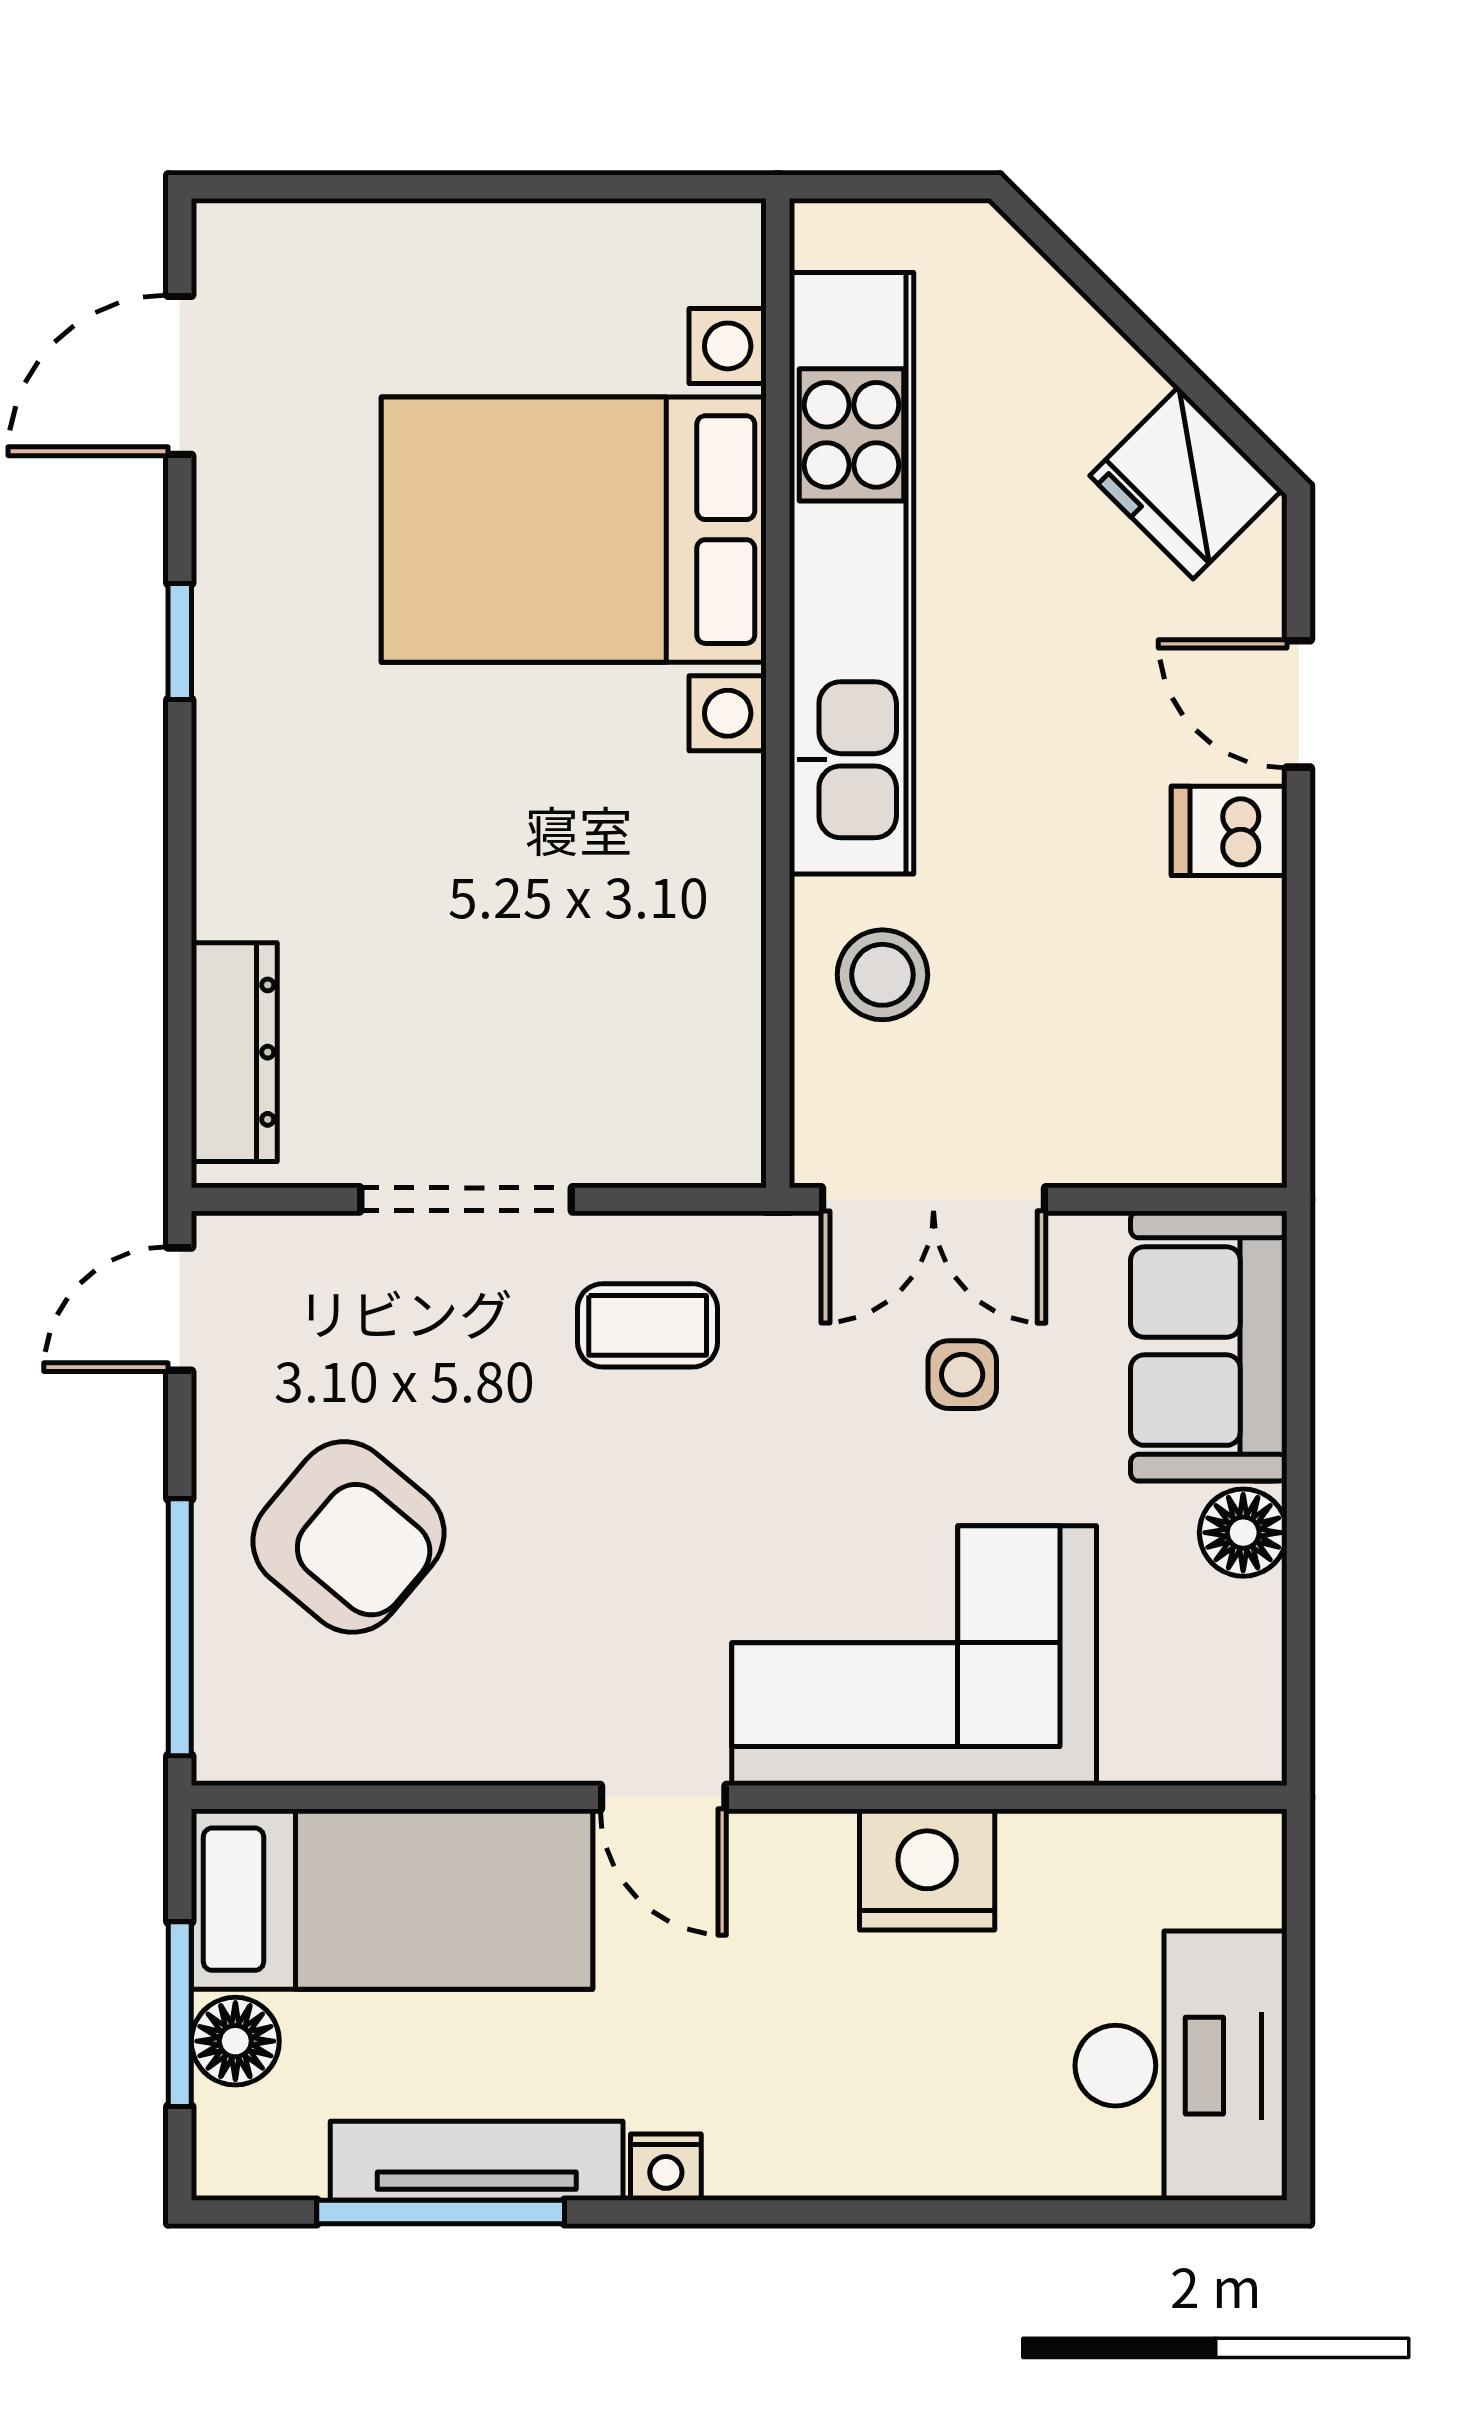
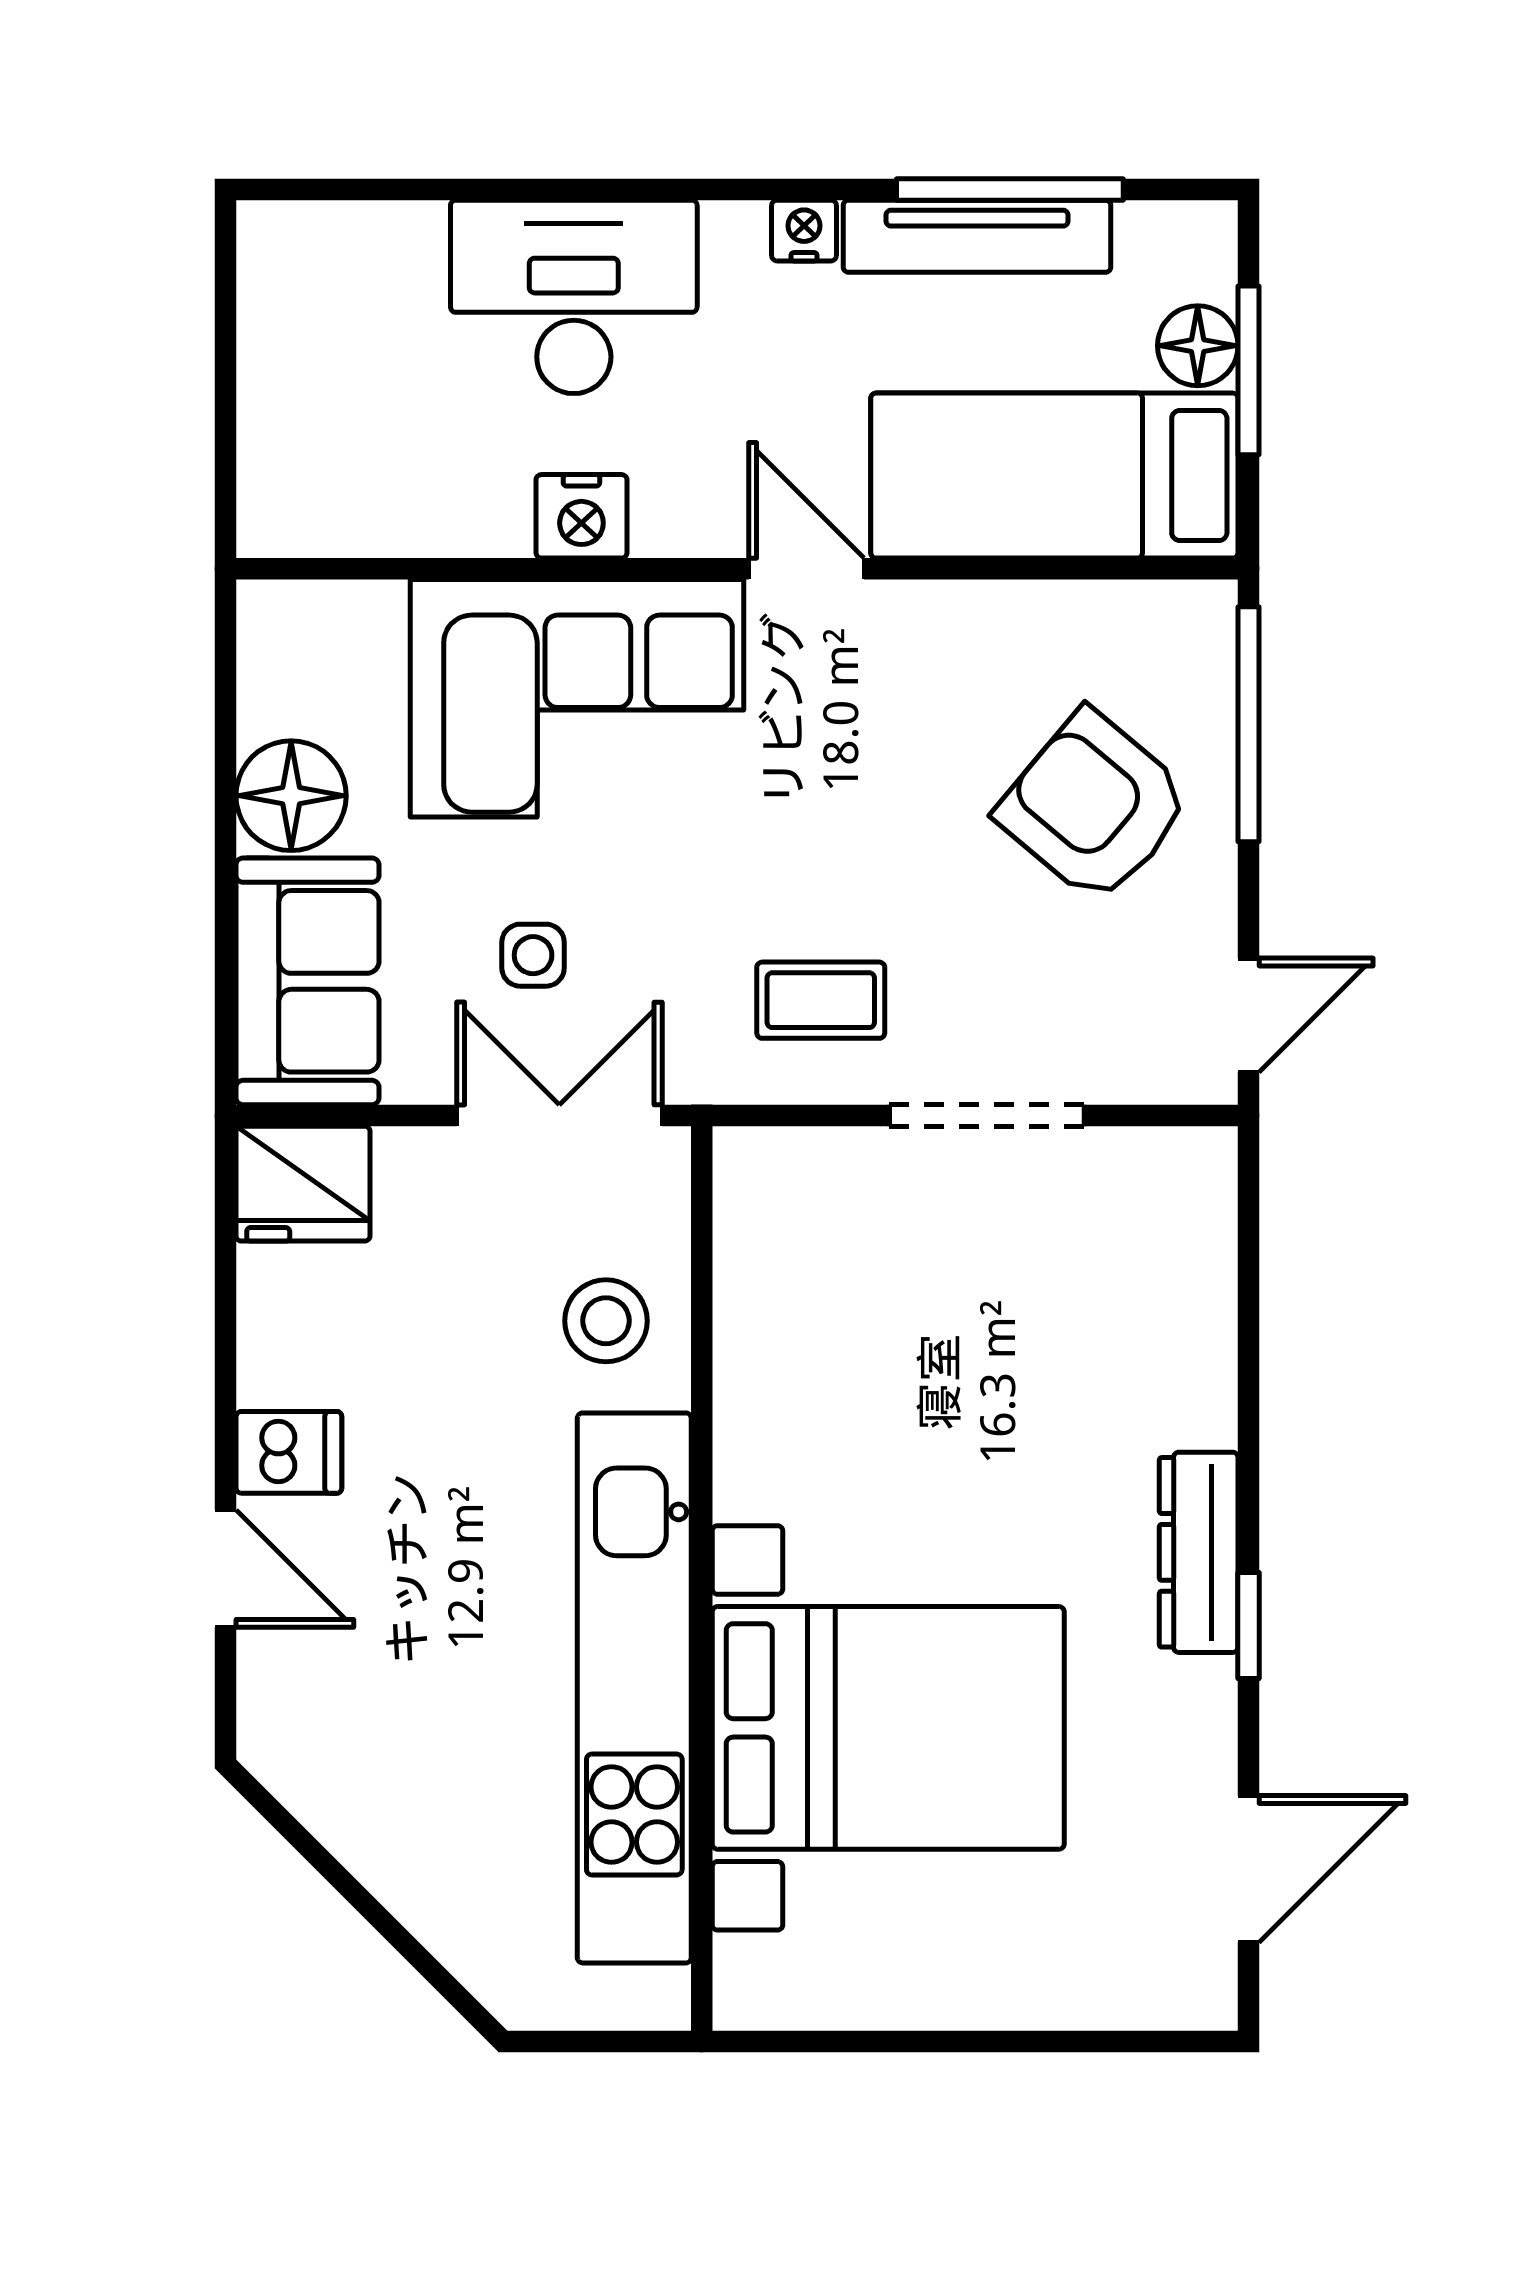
fridge: (1186, 483) -> (303, 1184), moved, turned 135
dresser: (234, 1052) -> (1199, 1552), moved
floor lamp: (1243, 1533) -> (291, 796), width x1.38, depth x1.38
nightstand: (927, 1870) -> (581, 516), width x0.74, depth x0.75
desk: (1181, 2066) -> (574, 297), moved, turned 90

